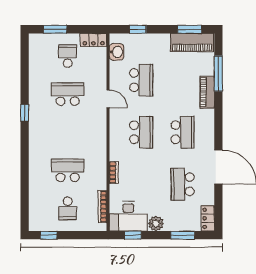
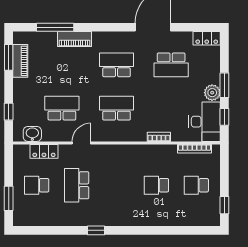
locker: (93, 40) -> (44, 151), moved, turned 90
piano: (192, 43) -> (20, 61), width x0.73, depth x0.75
school desk: (68, 170) -> (156, 185), width x0.54
school desk: (68, 208) -> (196, 185), turned 180
window: (183, 235) -> (224, 85), moved

